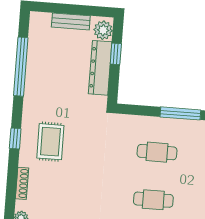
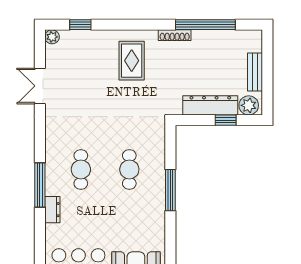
window: (15, 139) -> (80, 25), moved
rug: (50, 142) -> (132, 61), turned 90
shoe rack: (22, 183) -> (175, 35), moved

